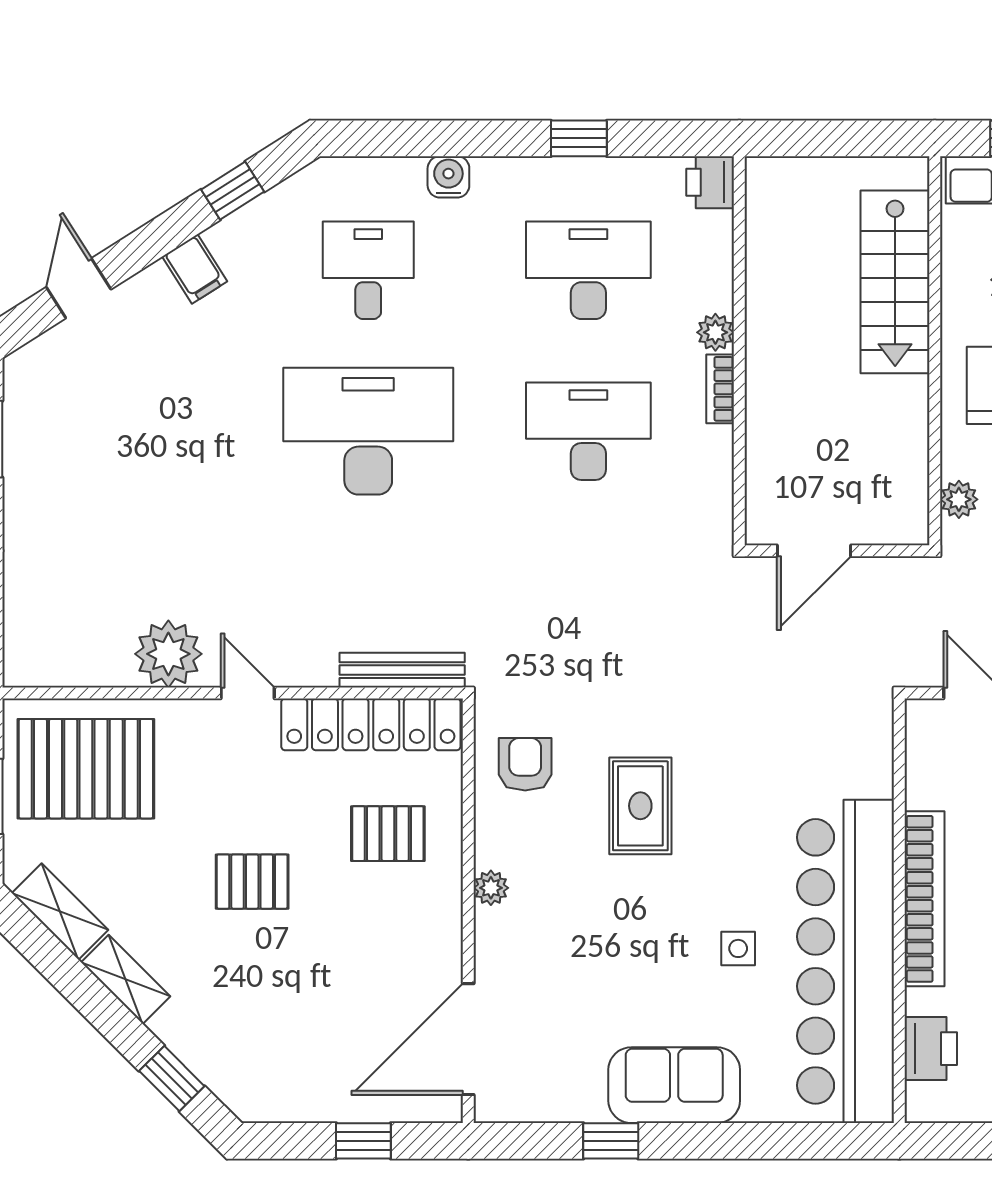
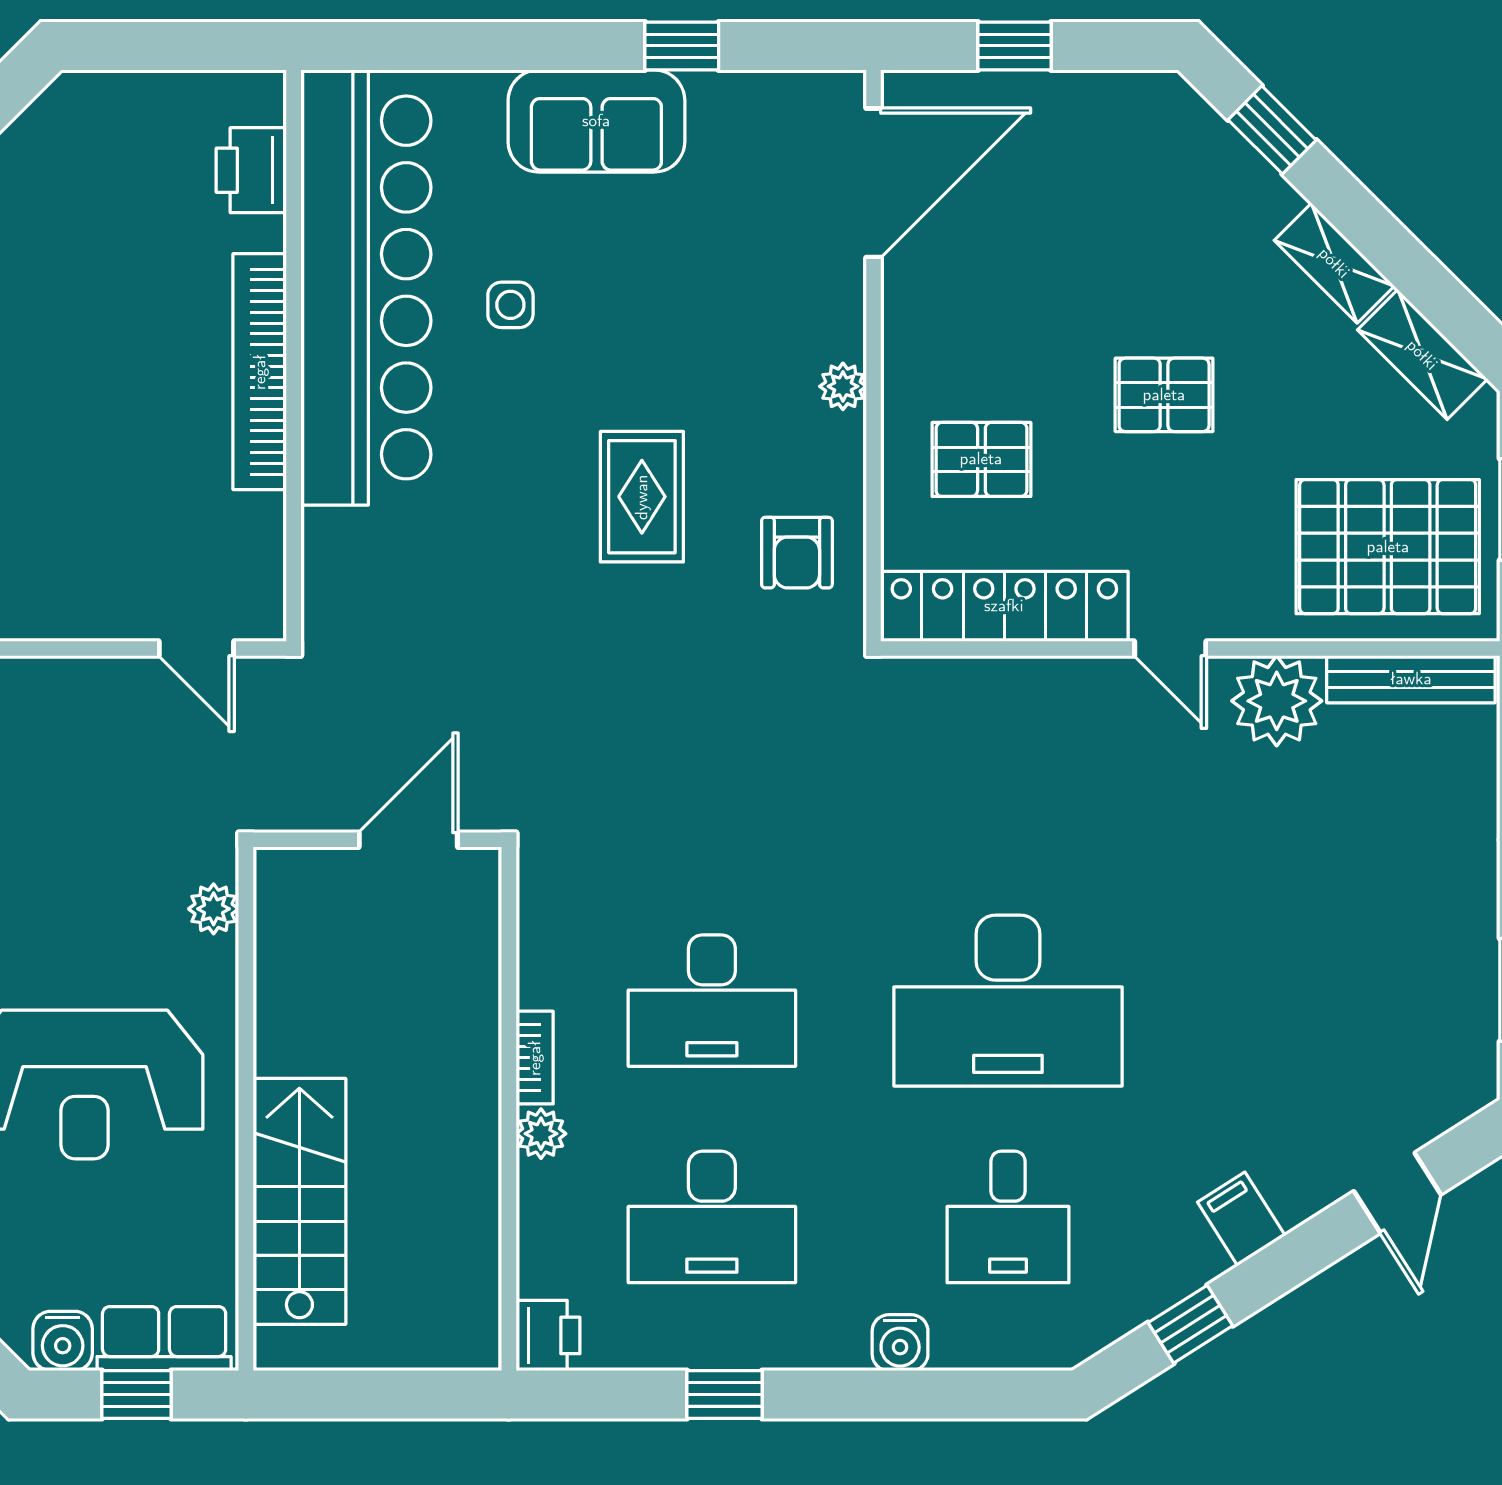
bench: (402, 670) -> (1411, 679), moved

